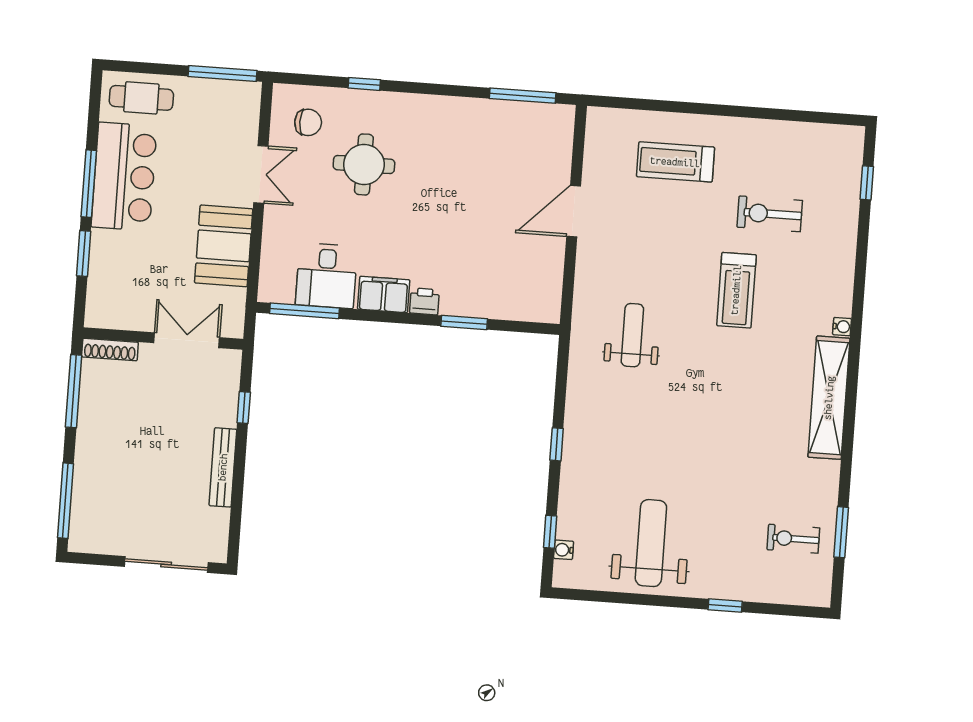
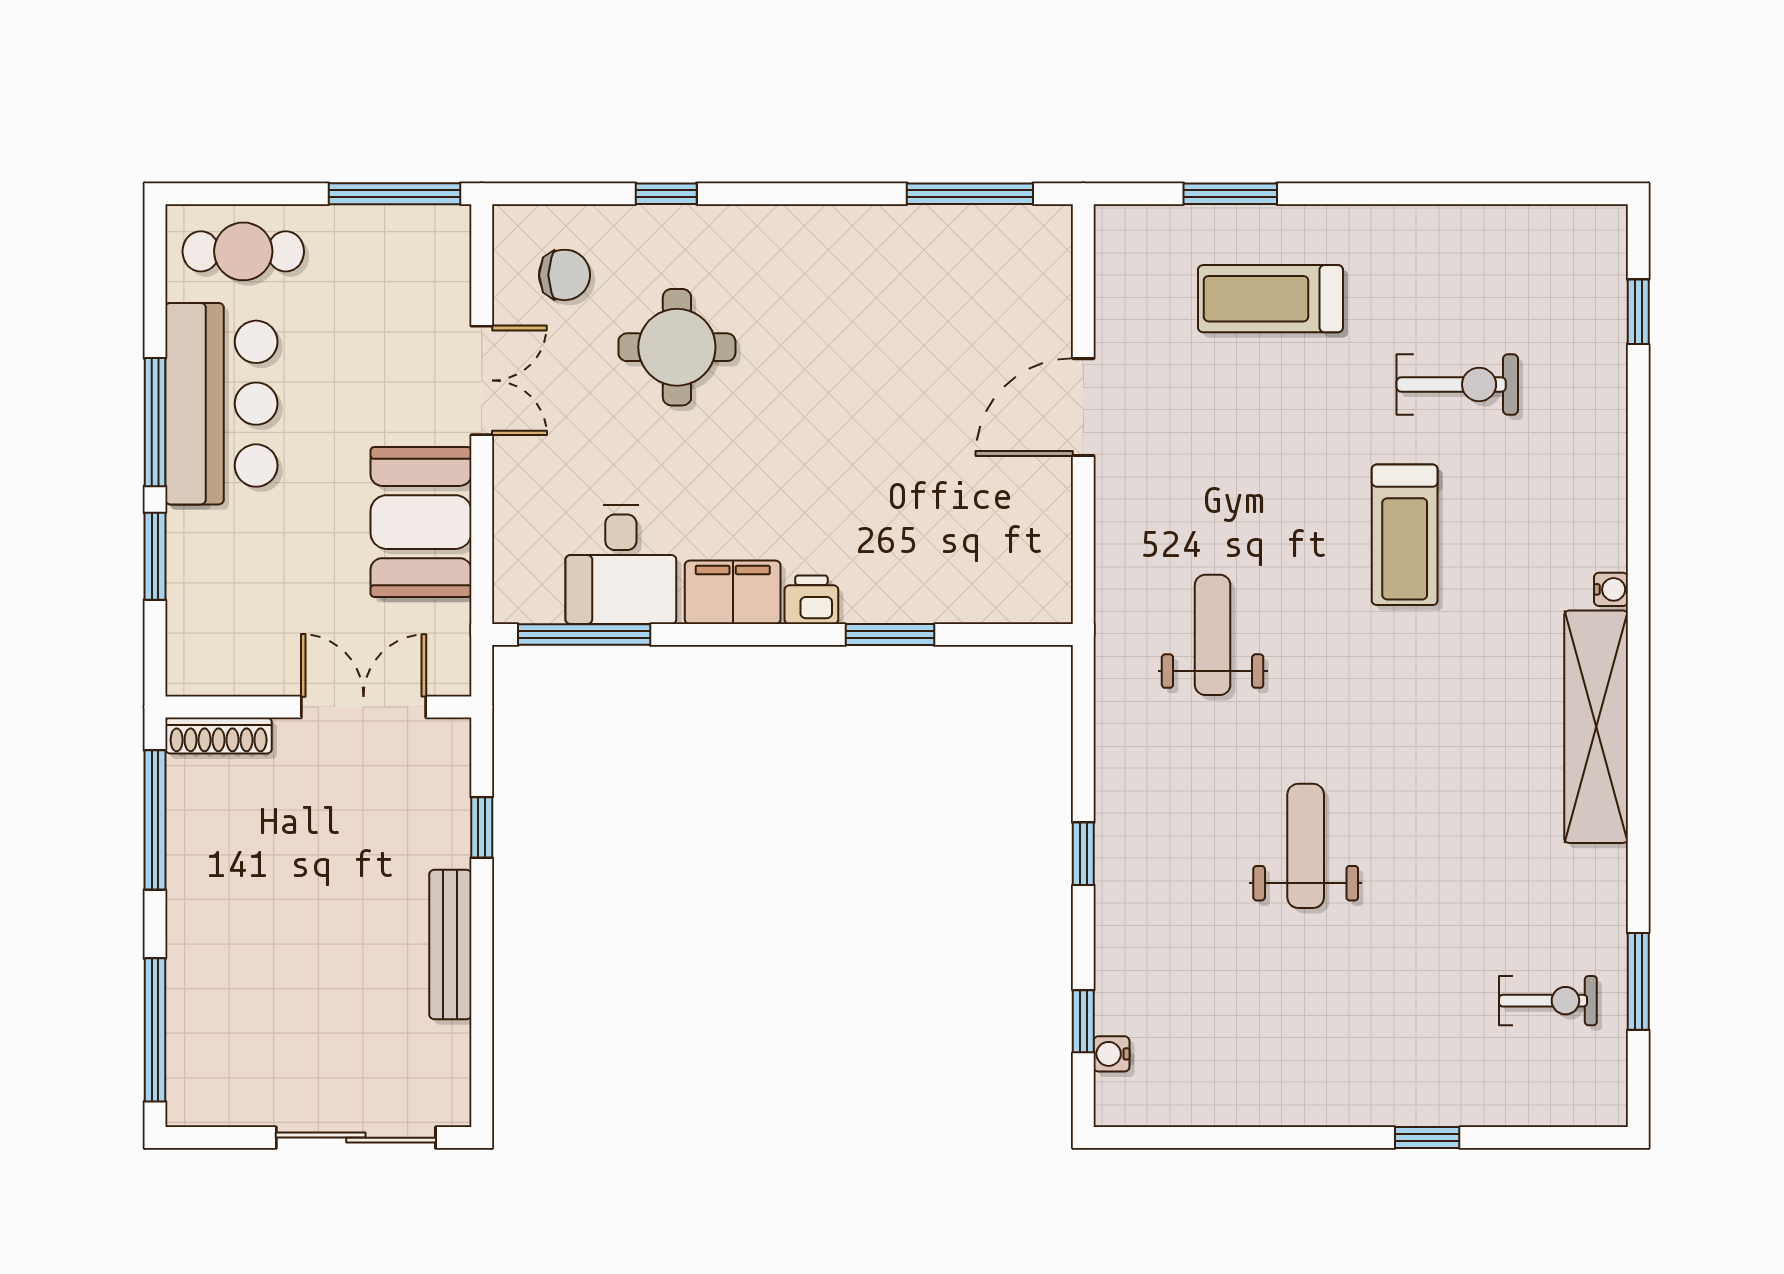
window: (658, 106) -> (1230, 194), added
exercise bike: (770, 214) -> (1457, 384), turned 180
exercise bike: (793, 539) -> (1548, 1001), turned 180
weight bench: (651, 543) -> (1306, 846), moved, width x0.73, depth x0.75

